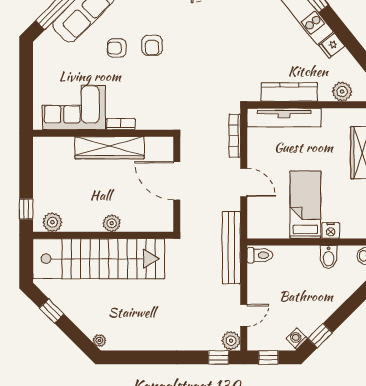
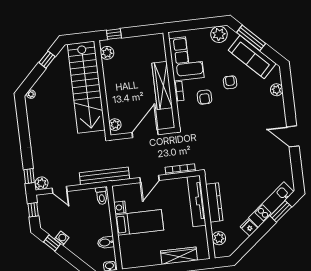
armchair: (152, 45) -> (204, 97), moved, turned -90
plant: (45, 56) -> (219, 34), added
plant: (112, 223) -> (115, 125), moved
nightstand: (331, 231) -> (120, 207), moved
washing machine: (297, 339) -> (62, 238), moved

